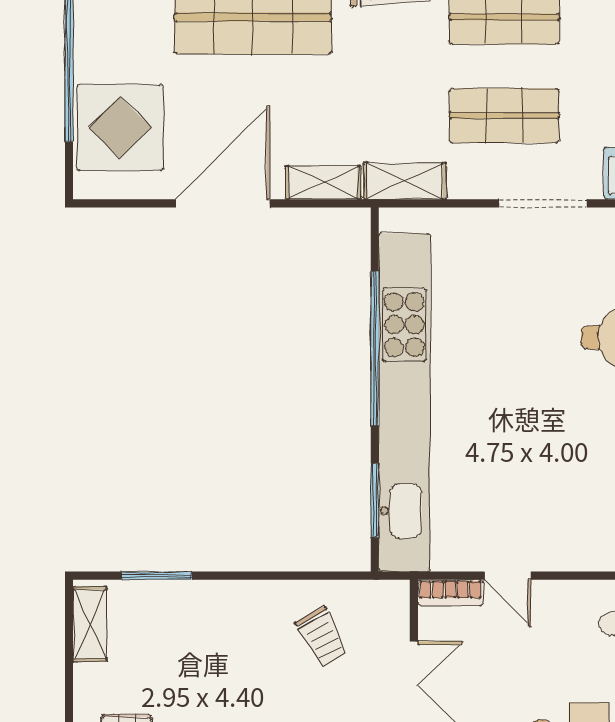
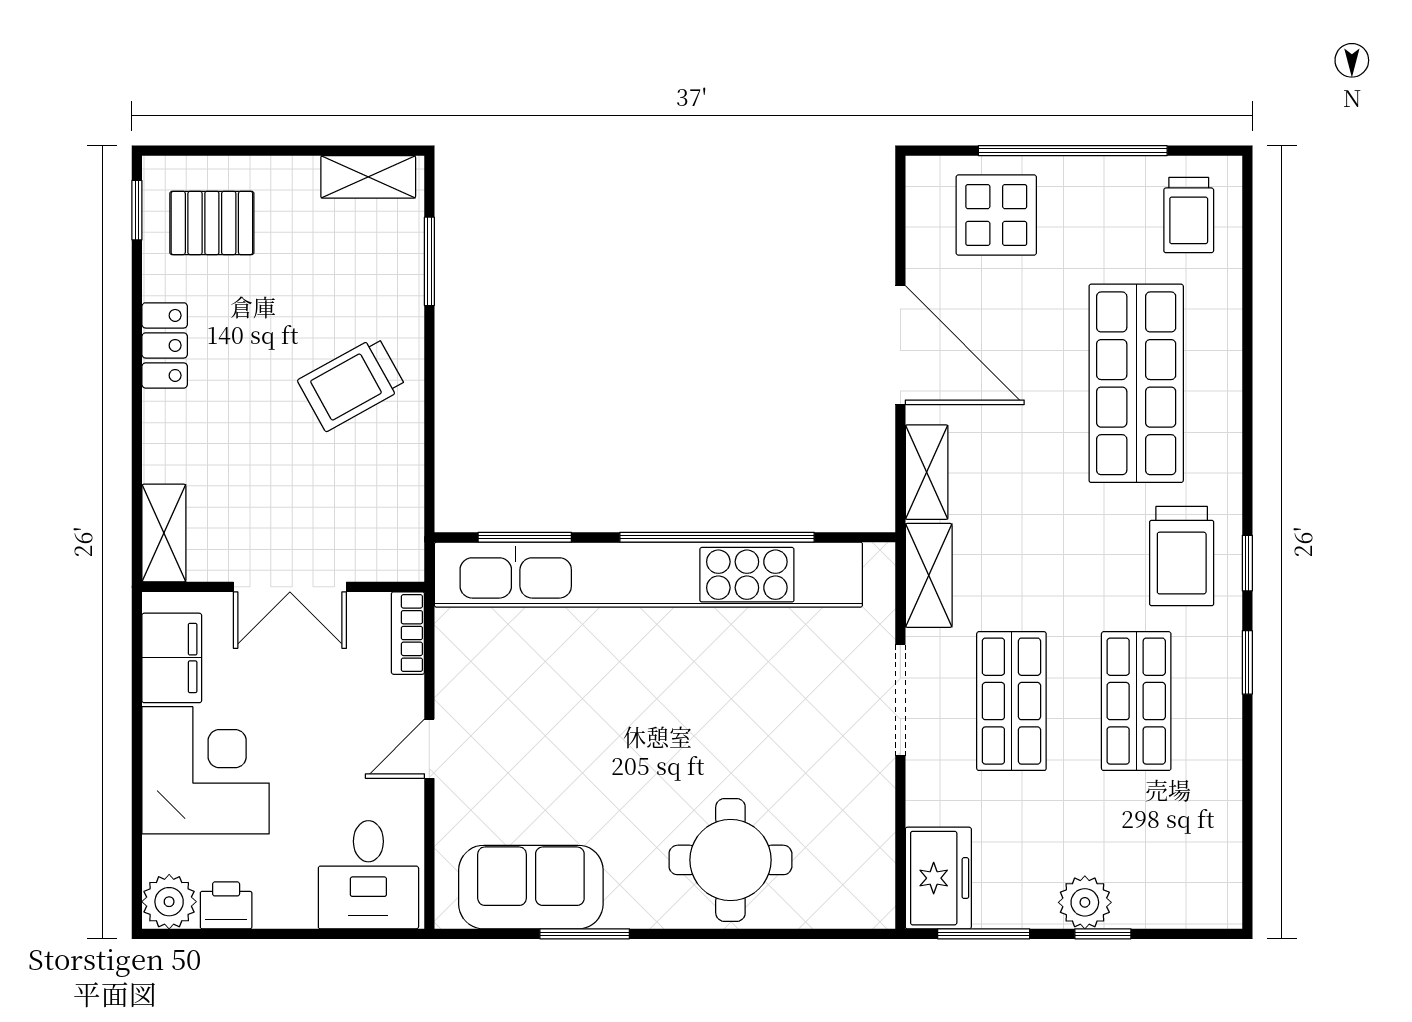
display table: (120, 128) -> (996, 215), width x0.73, depth x0.73
doorway: (543, 203) -> (900, 700), moved
door: (508, 576) -> (429, 749), moved
trolley: (323, 637) -> (352, 384), moved, width x1.36, depth x1.39

